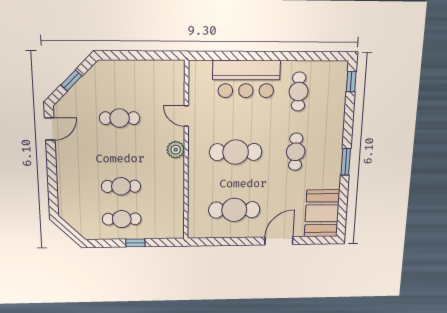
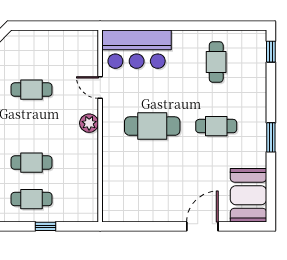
bar counter: (246, 79) -> (137, 49), moved
cafe table: (296, 152) -> (216, 126), turned 90
cafe table: (234, 210) -> (152, 190), removed

